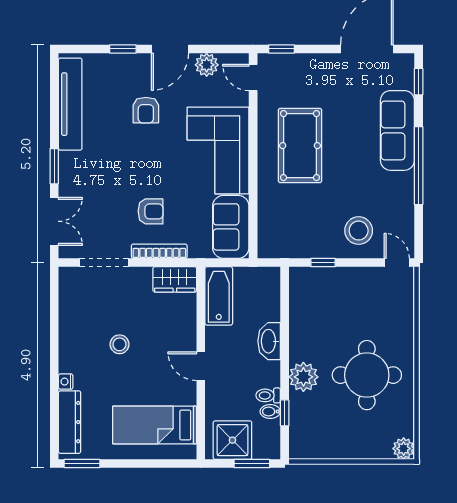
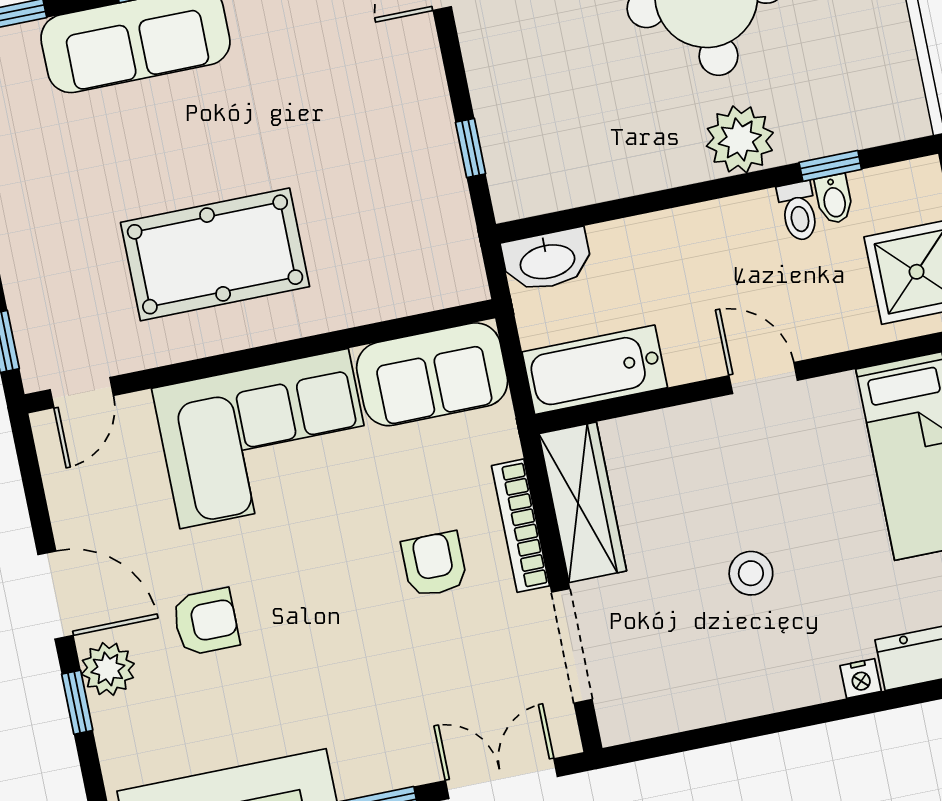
plant: (207, 65) -> (108, 669), moved
stool: (359, 231) -> (381, 82), removed
wardrobe: (175, 279) -> (583, 502), width x1.50
washbasin: (269, 341) -> (547, 260), moved
door: (201, 366) -> (763, 378), swing flipped

